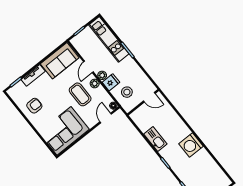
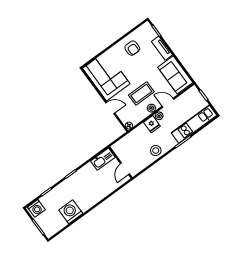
stool: (127, 92) -> (156, 151), moved
door: (149, 97) -> (125, 169), moved
wall: (143, 102) -> (120, 162), moved
door: (106, 118) -> (110, 108), moved
kitchen sink: (155, 139) -> (103, 159), moved
washing machine: (191, 145) -> (71, 212), moved

